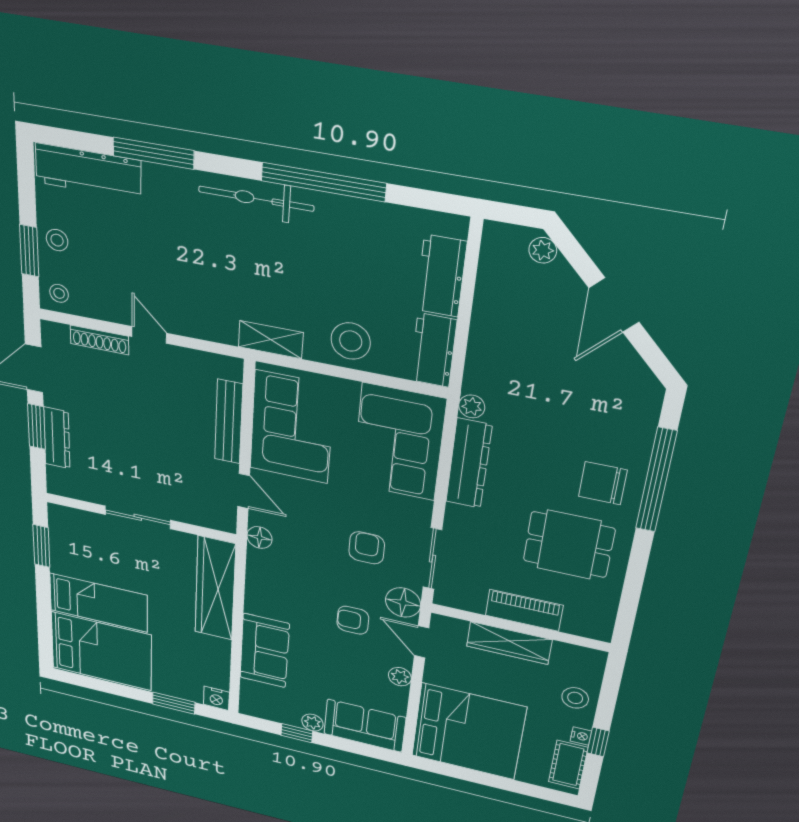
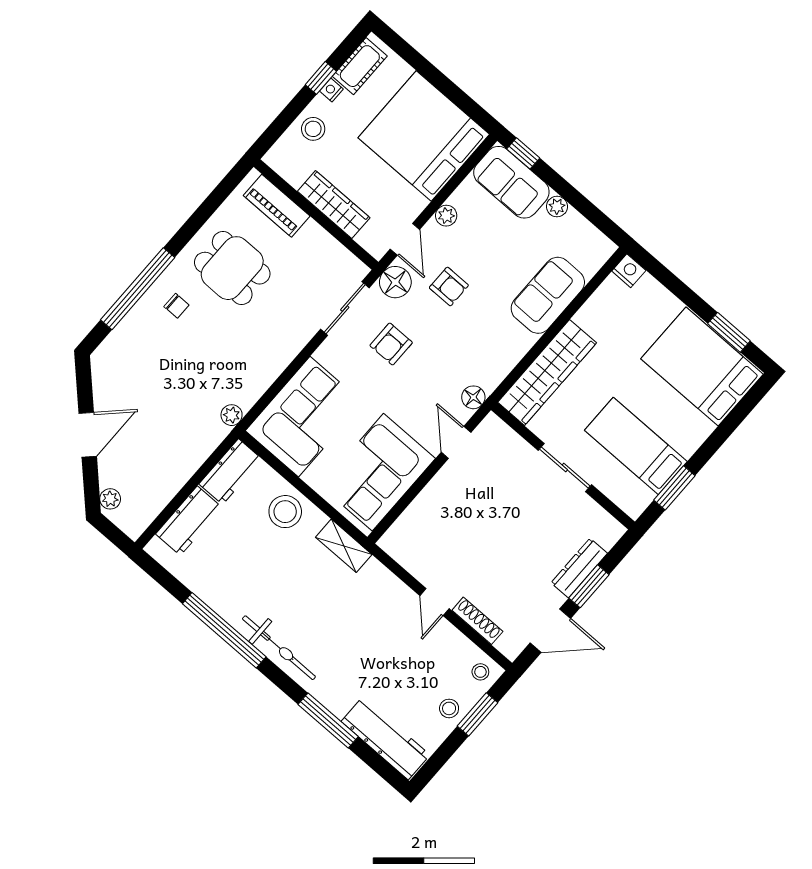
bench: (229, 422) -> (425, 503), removed
dresser: (469, 463) -> (263, 372), removed
chair: (603, 483) -> (176, 306), width x0.54, depth x0.54
bed: (99, 603) -> (636, 446), moved
piano: (524, 610) -> (277, 206), moved
window: (174, 703) -> (729, 332), moved
window: (297, 733) -> (523, 153), moved

